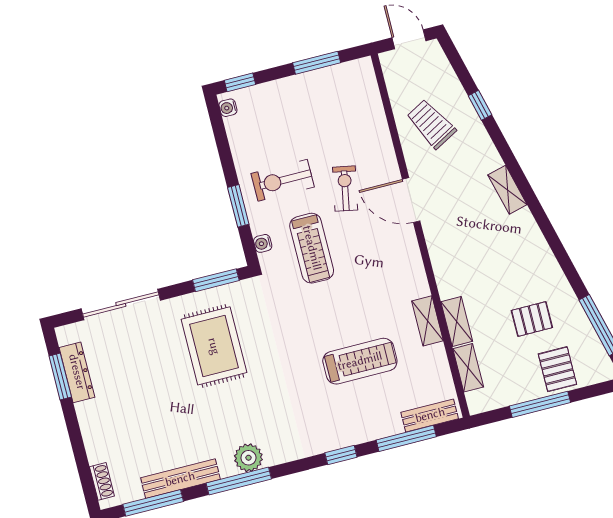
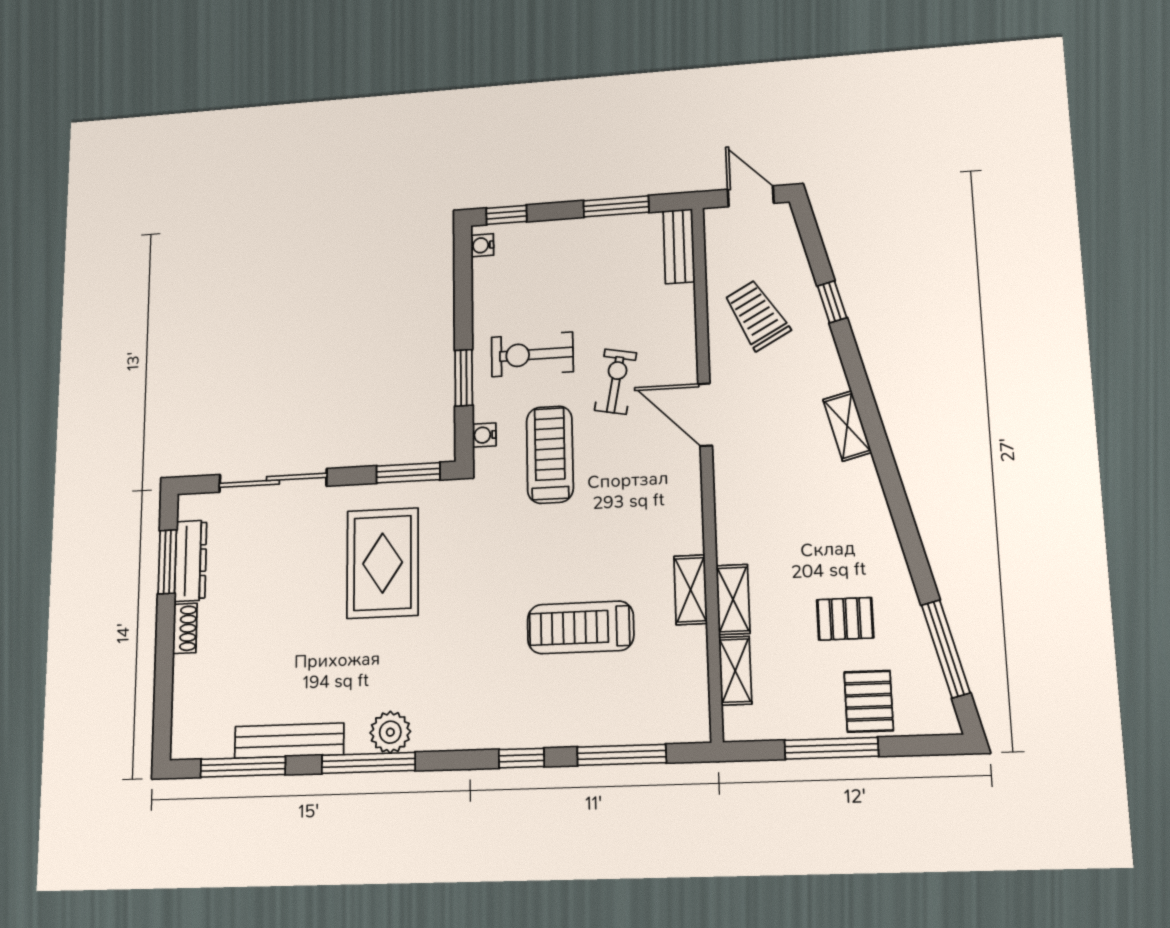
treadmill: (312, 248) -> (550, 455), turned 180
treadmill: (360, 361) -> (580, 627), turned 180
bench: (430, 415) -> (679, 246), moved, turned 90
shoe rack: (102, 481) -> (185, 628), moved

